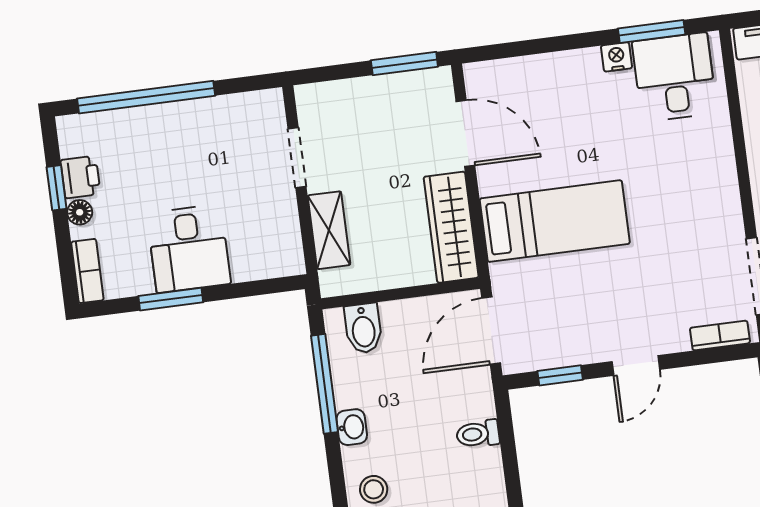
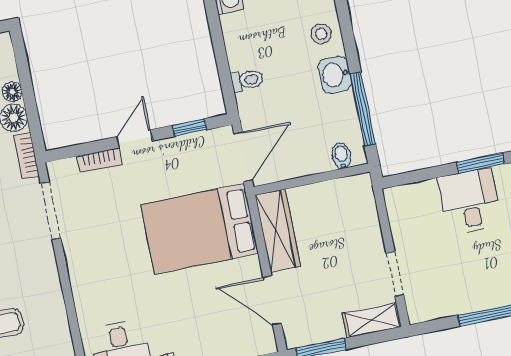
bed: (555, 221) -> (200, 229), width x1.50
shelving: (329, 230) -> (372, 320), moved, turned 90
bidet: (363, 328) -> (341, 156), width x0.72, depth x0.74
bookcase: (720, 336) -> (99, 160), moved
washbasin: (352, 427) -> (335, 75), width x1.38, depth x1.45

